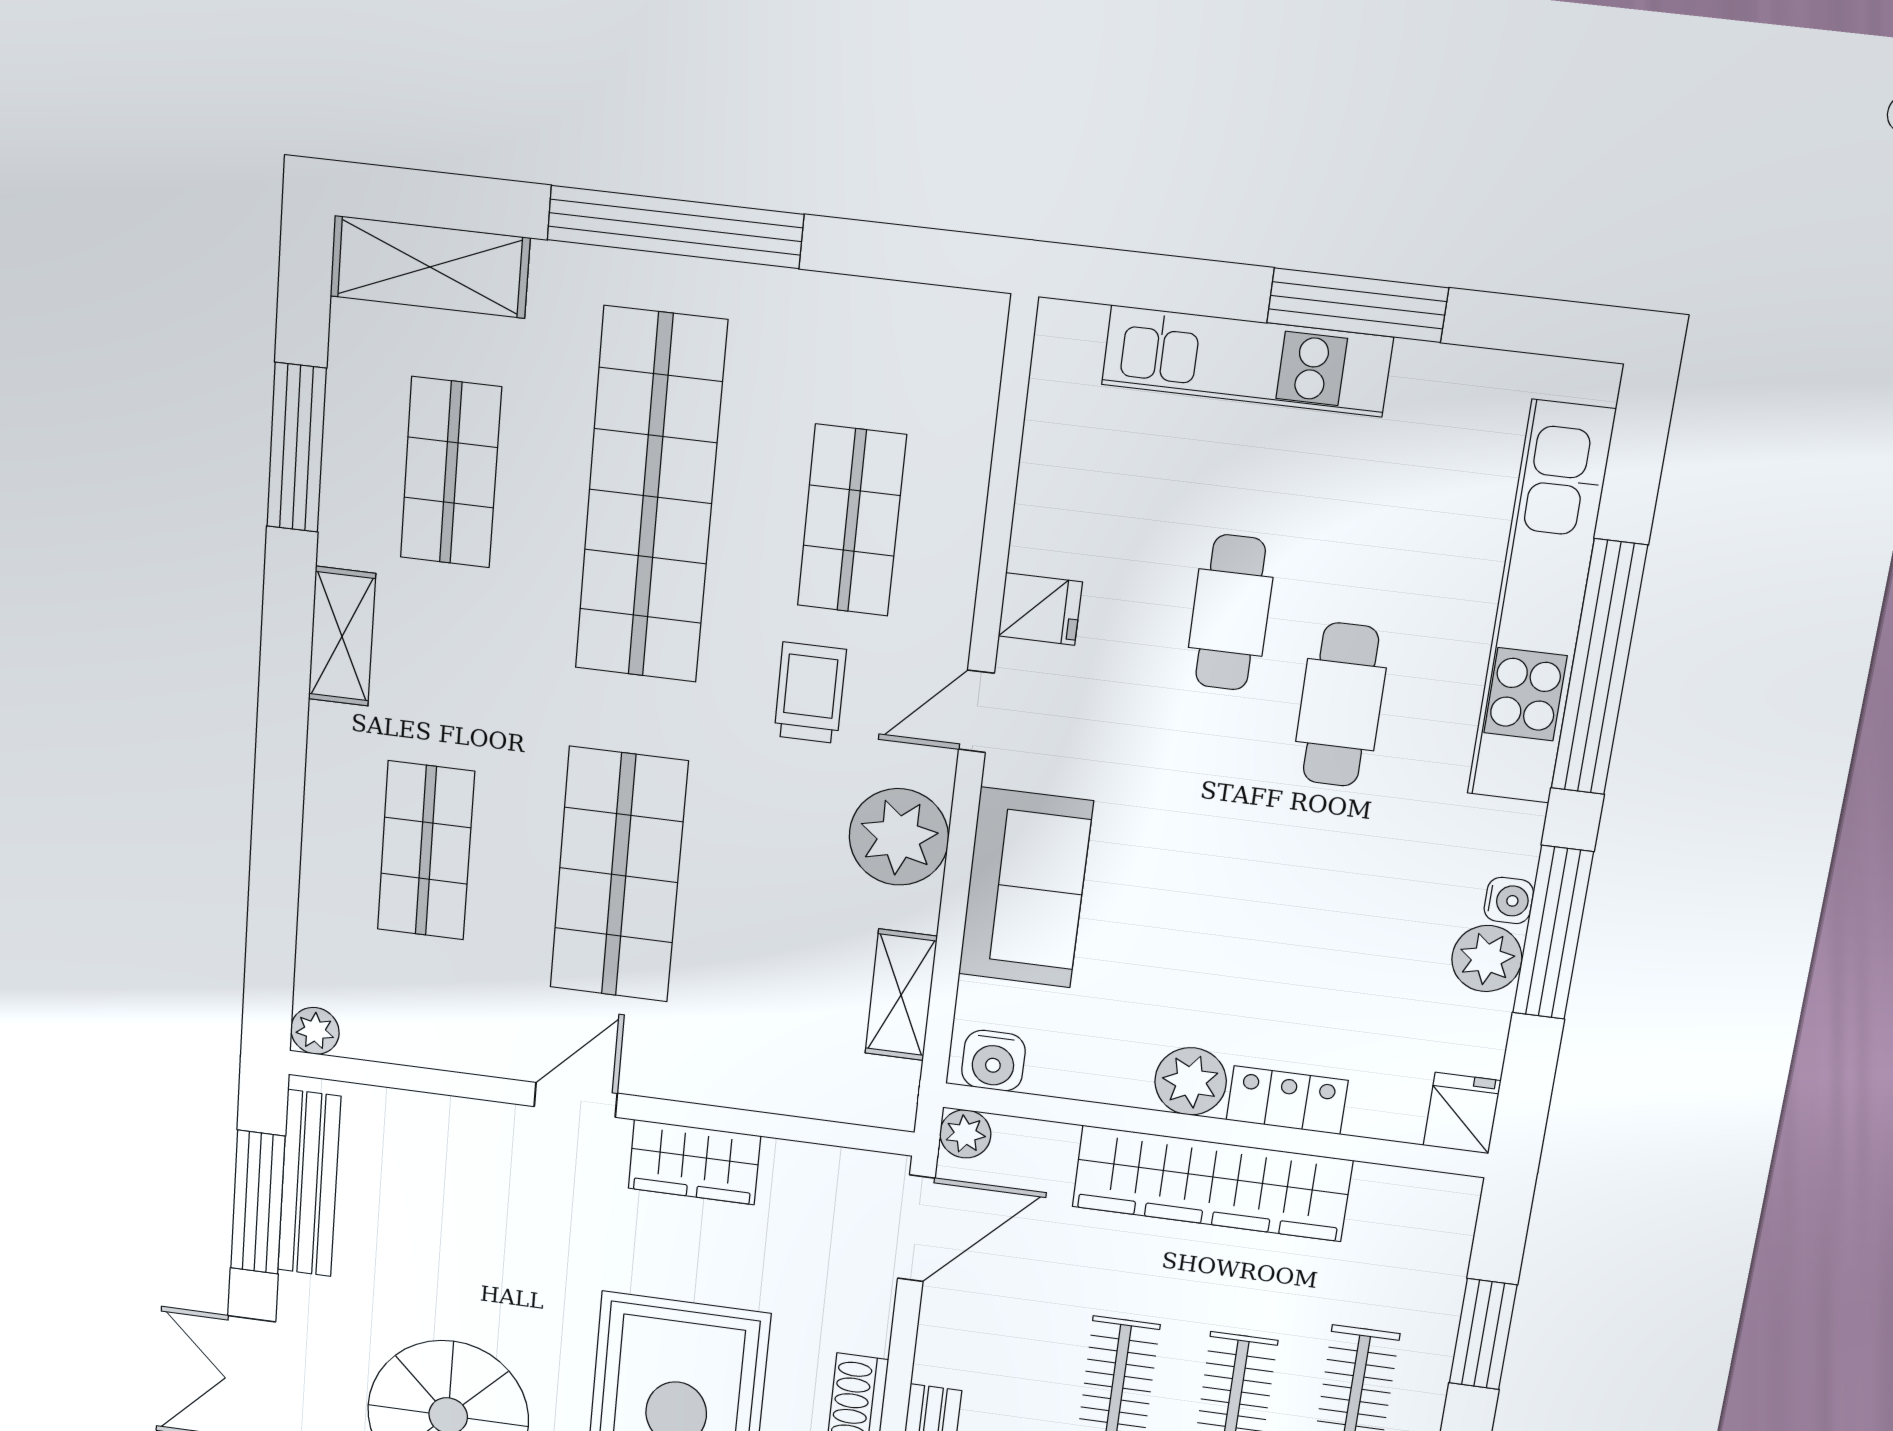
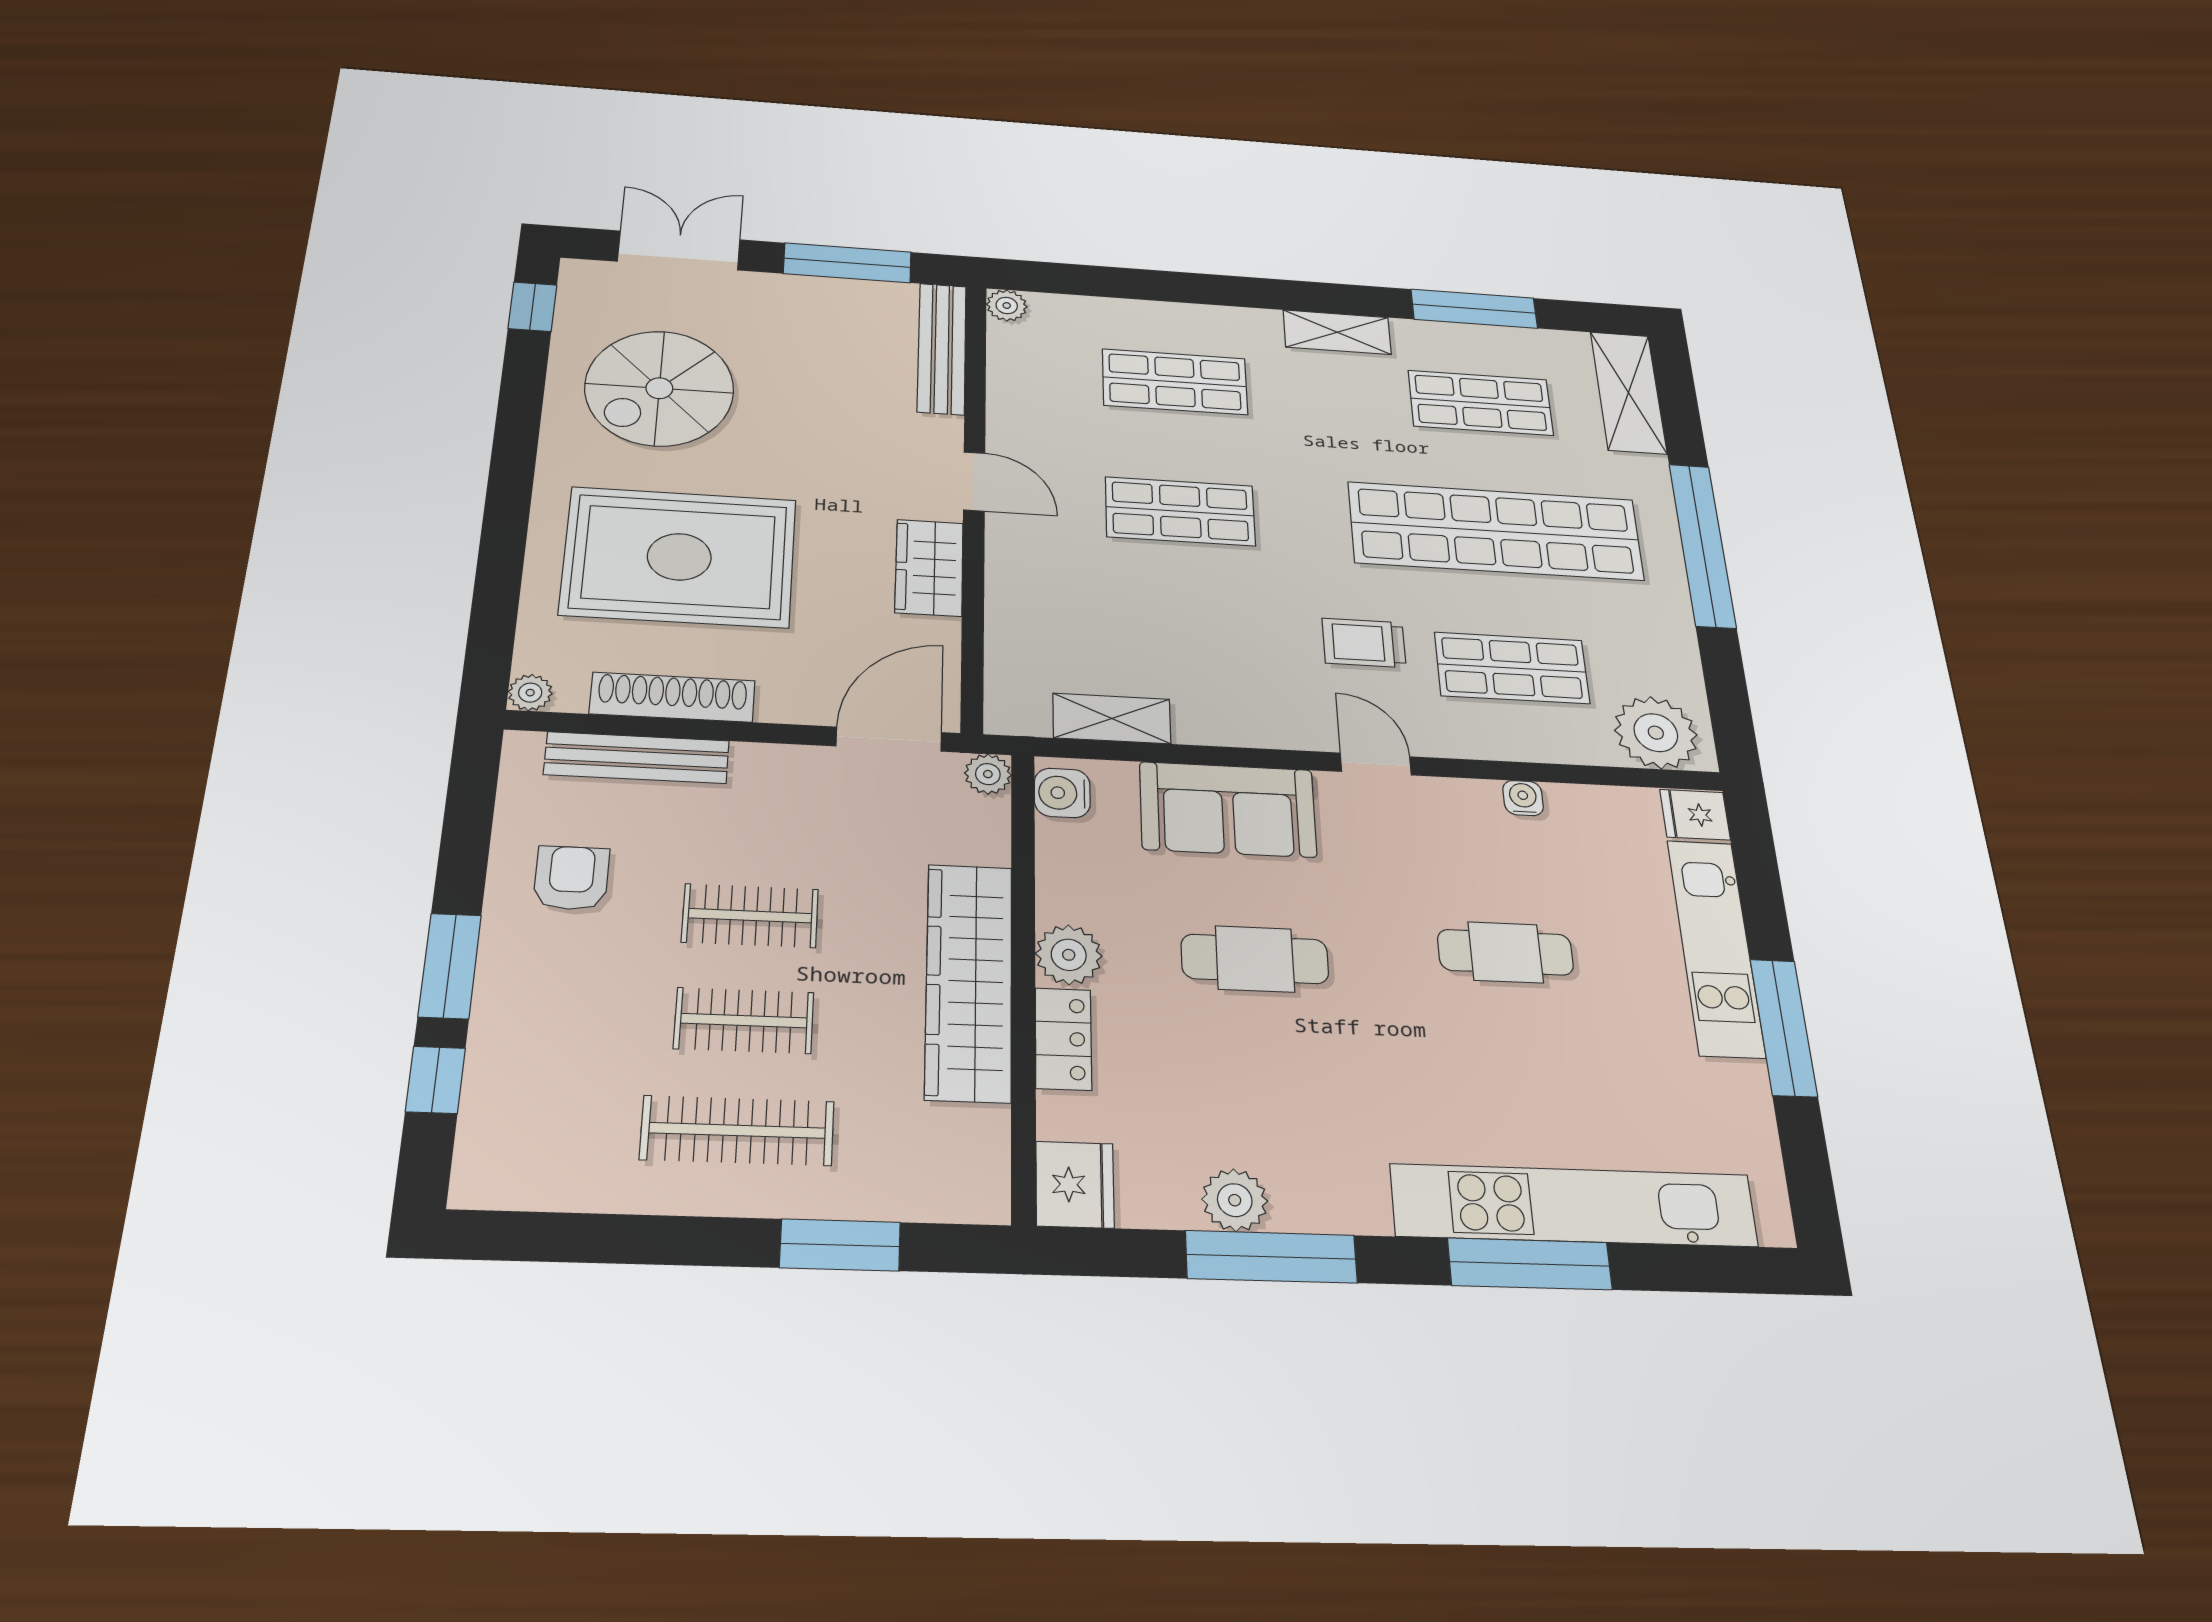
fridge: (1040, 609) -> (1695, 815), moved, turned 90
window: (1599, 668) -> (1530, 1264), width x0.68
trolley: (810, 693) -> (1364, 643), turned 180
cafe table: (1341, 705) -> (1255, 959), moved
plant: (899, 837) -> (1656, 733), moved
shop shelf: (619, 875) -> (1180, 511), width x0.70, depth x0.74
water cooler: (1509, 900) -> (1523, 798), moved, turned 180
fridge: (1462, 1113) -> (1075, 1185), width x1.38
bench: (309, 1184) -> (942, 348), moved, turned 90
door: (916, 1228) -> (889, 739), swing flipped

